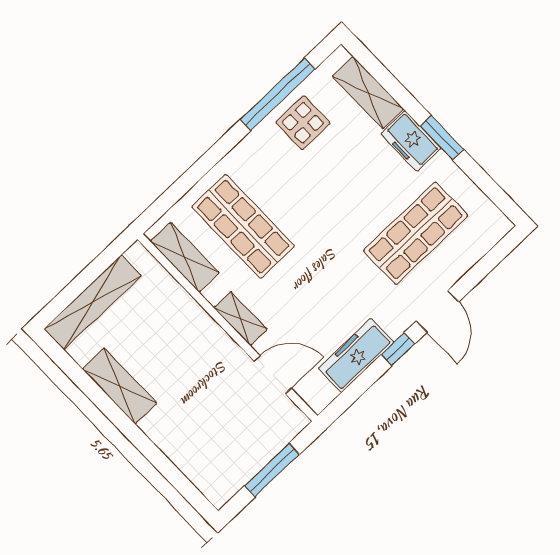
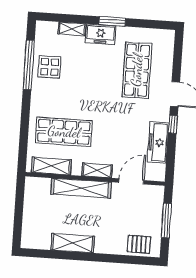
shelving: (368, 93) -> (72, 29), width x0.67, depth x0.75
shelving: (93, 302) -> (81, 188), moved, turned 90
pallet: (207, 468) -> (139, 244), added

